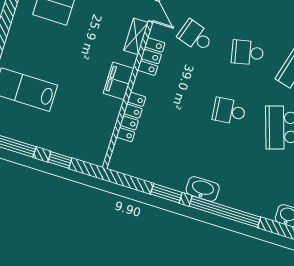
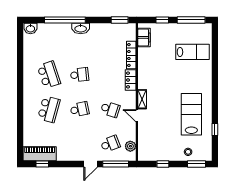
locker: (151, 56) -> (131, 80), moved
filing cabinet: (119, 81) -> (144, 37), moved
window: (166, 193) -> (120, 20), moved

